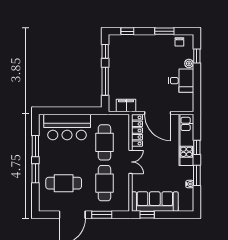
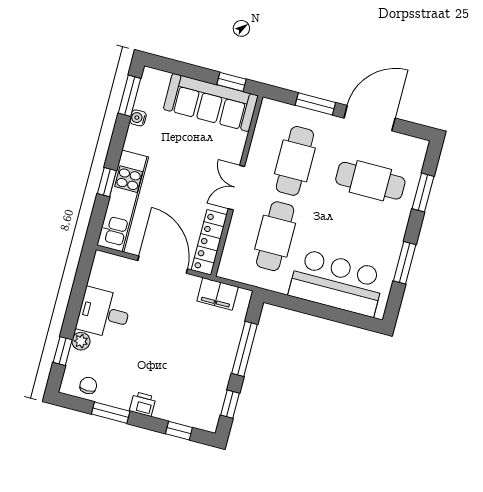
printer: (149, 40) -> (143, 404), added
window: (35, 173) -> (423, 193), moved
window: (197, 175) -> (130, 96), moved

